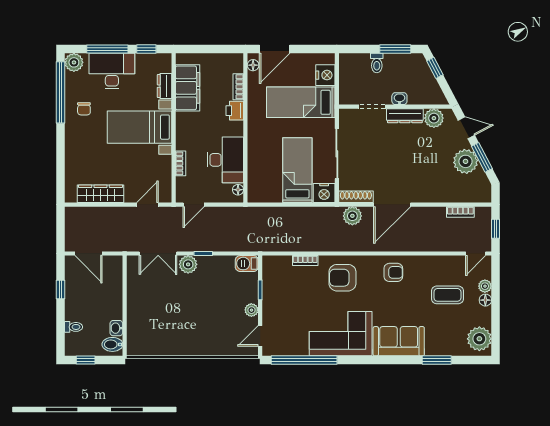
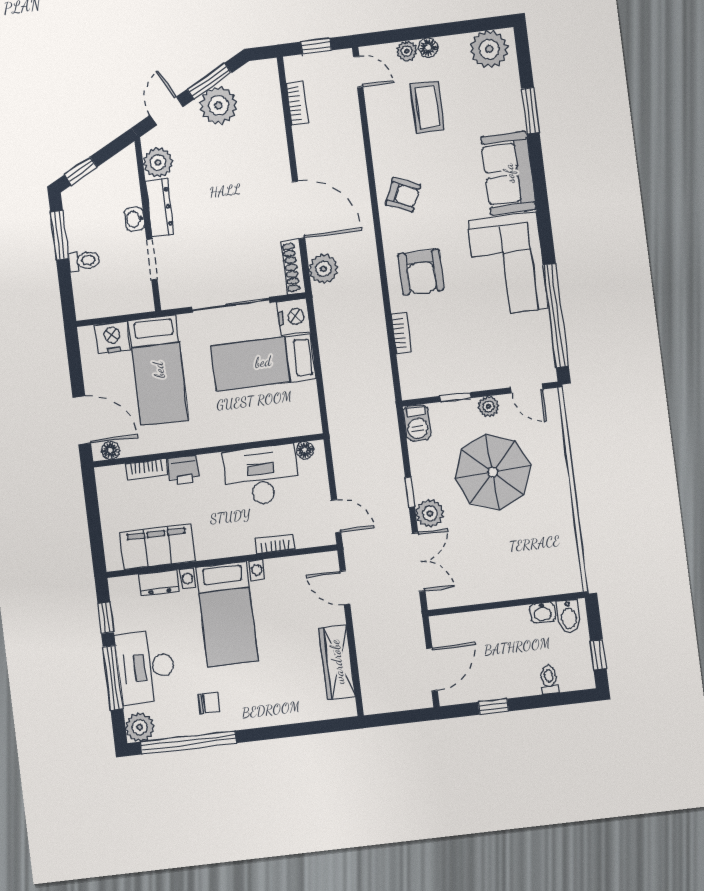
armchair: (393, 272) -> (403, 195), turned 113
parasol: (210, 308) -> (493, 472), added

